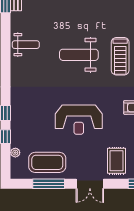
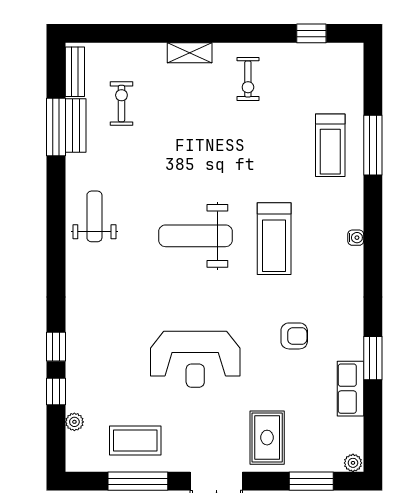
weight bench: (26, 45) -> (94, 216), turned -90
coffee table: (47, 162) -> (135, 440), width x0.73, depth x0.76

